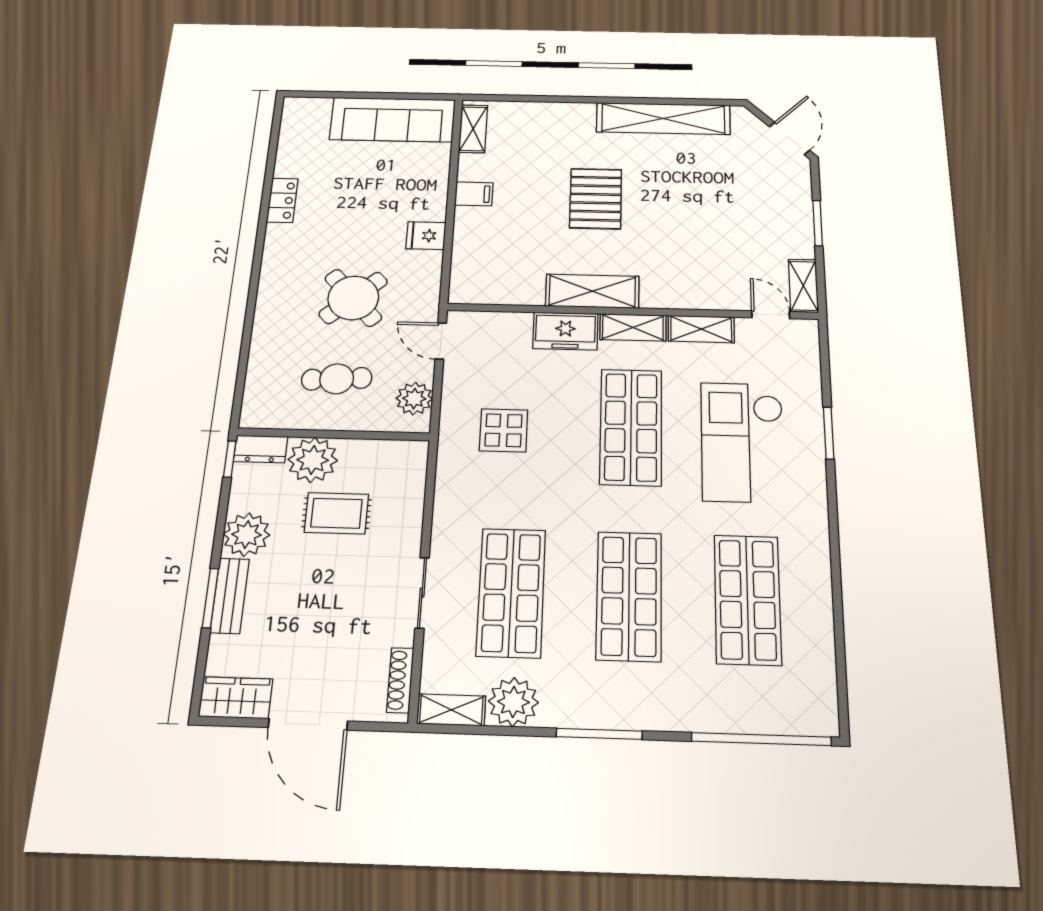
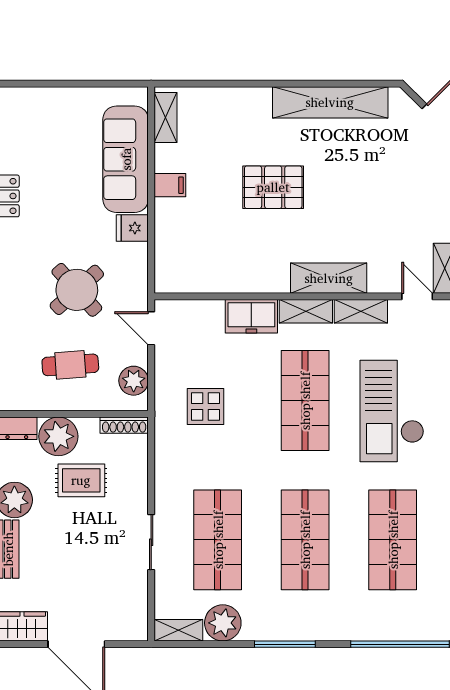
sofa: (393, 120) -> (126, 159), moved, turned 90
pallet: (596, 199) -> (273, 187), turned 90
shelving: (592, 291) -> (329, 278), moved
shoe rack: (400, 680) -> (124, 425), moved, turned -90

